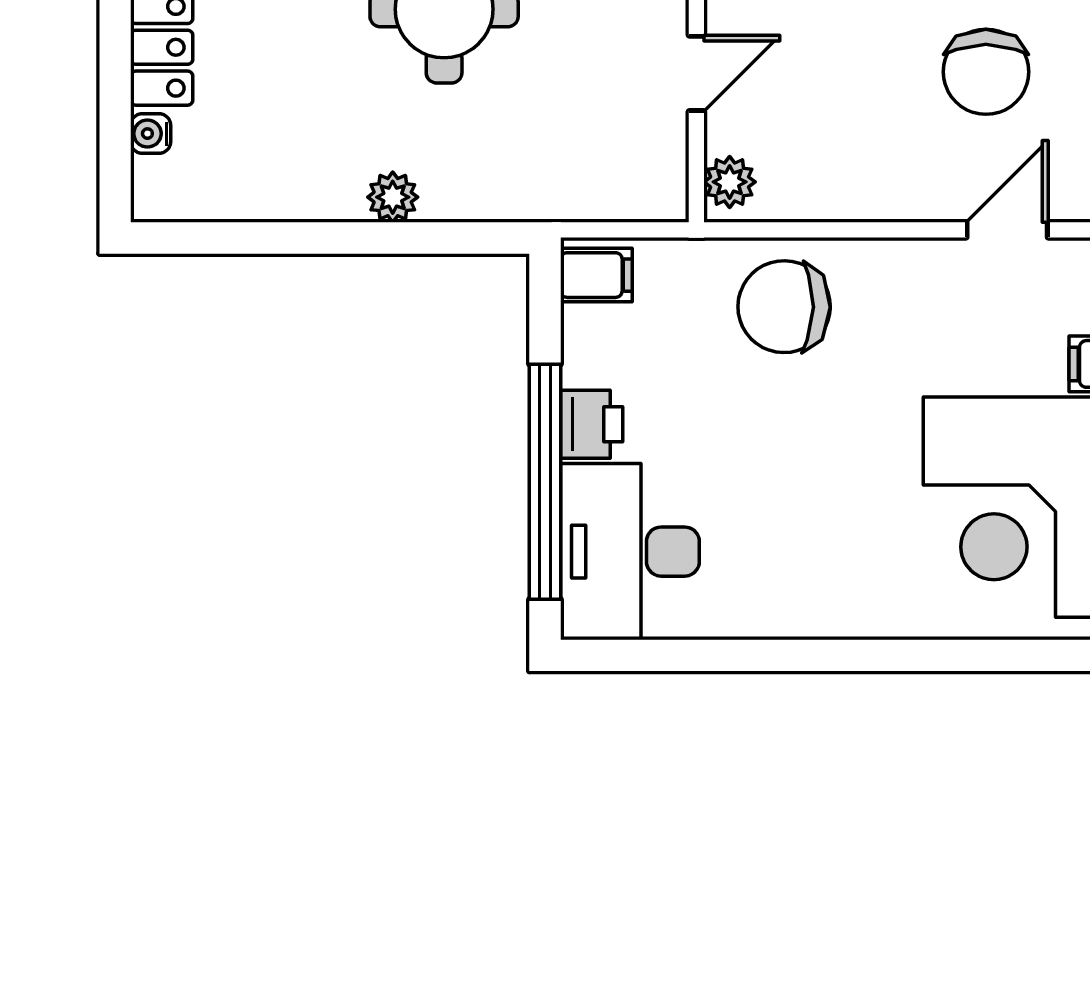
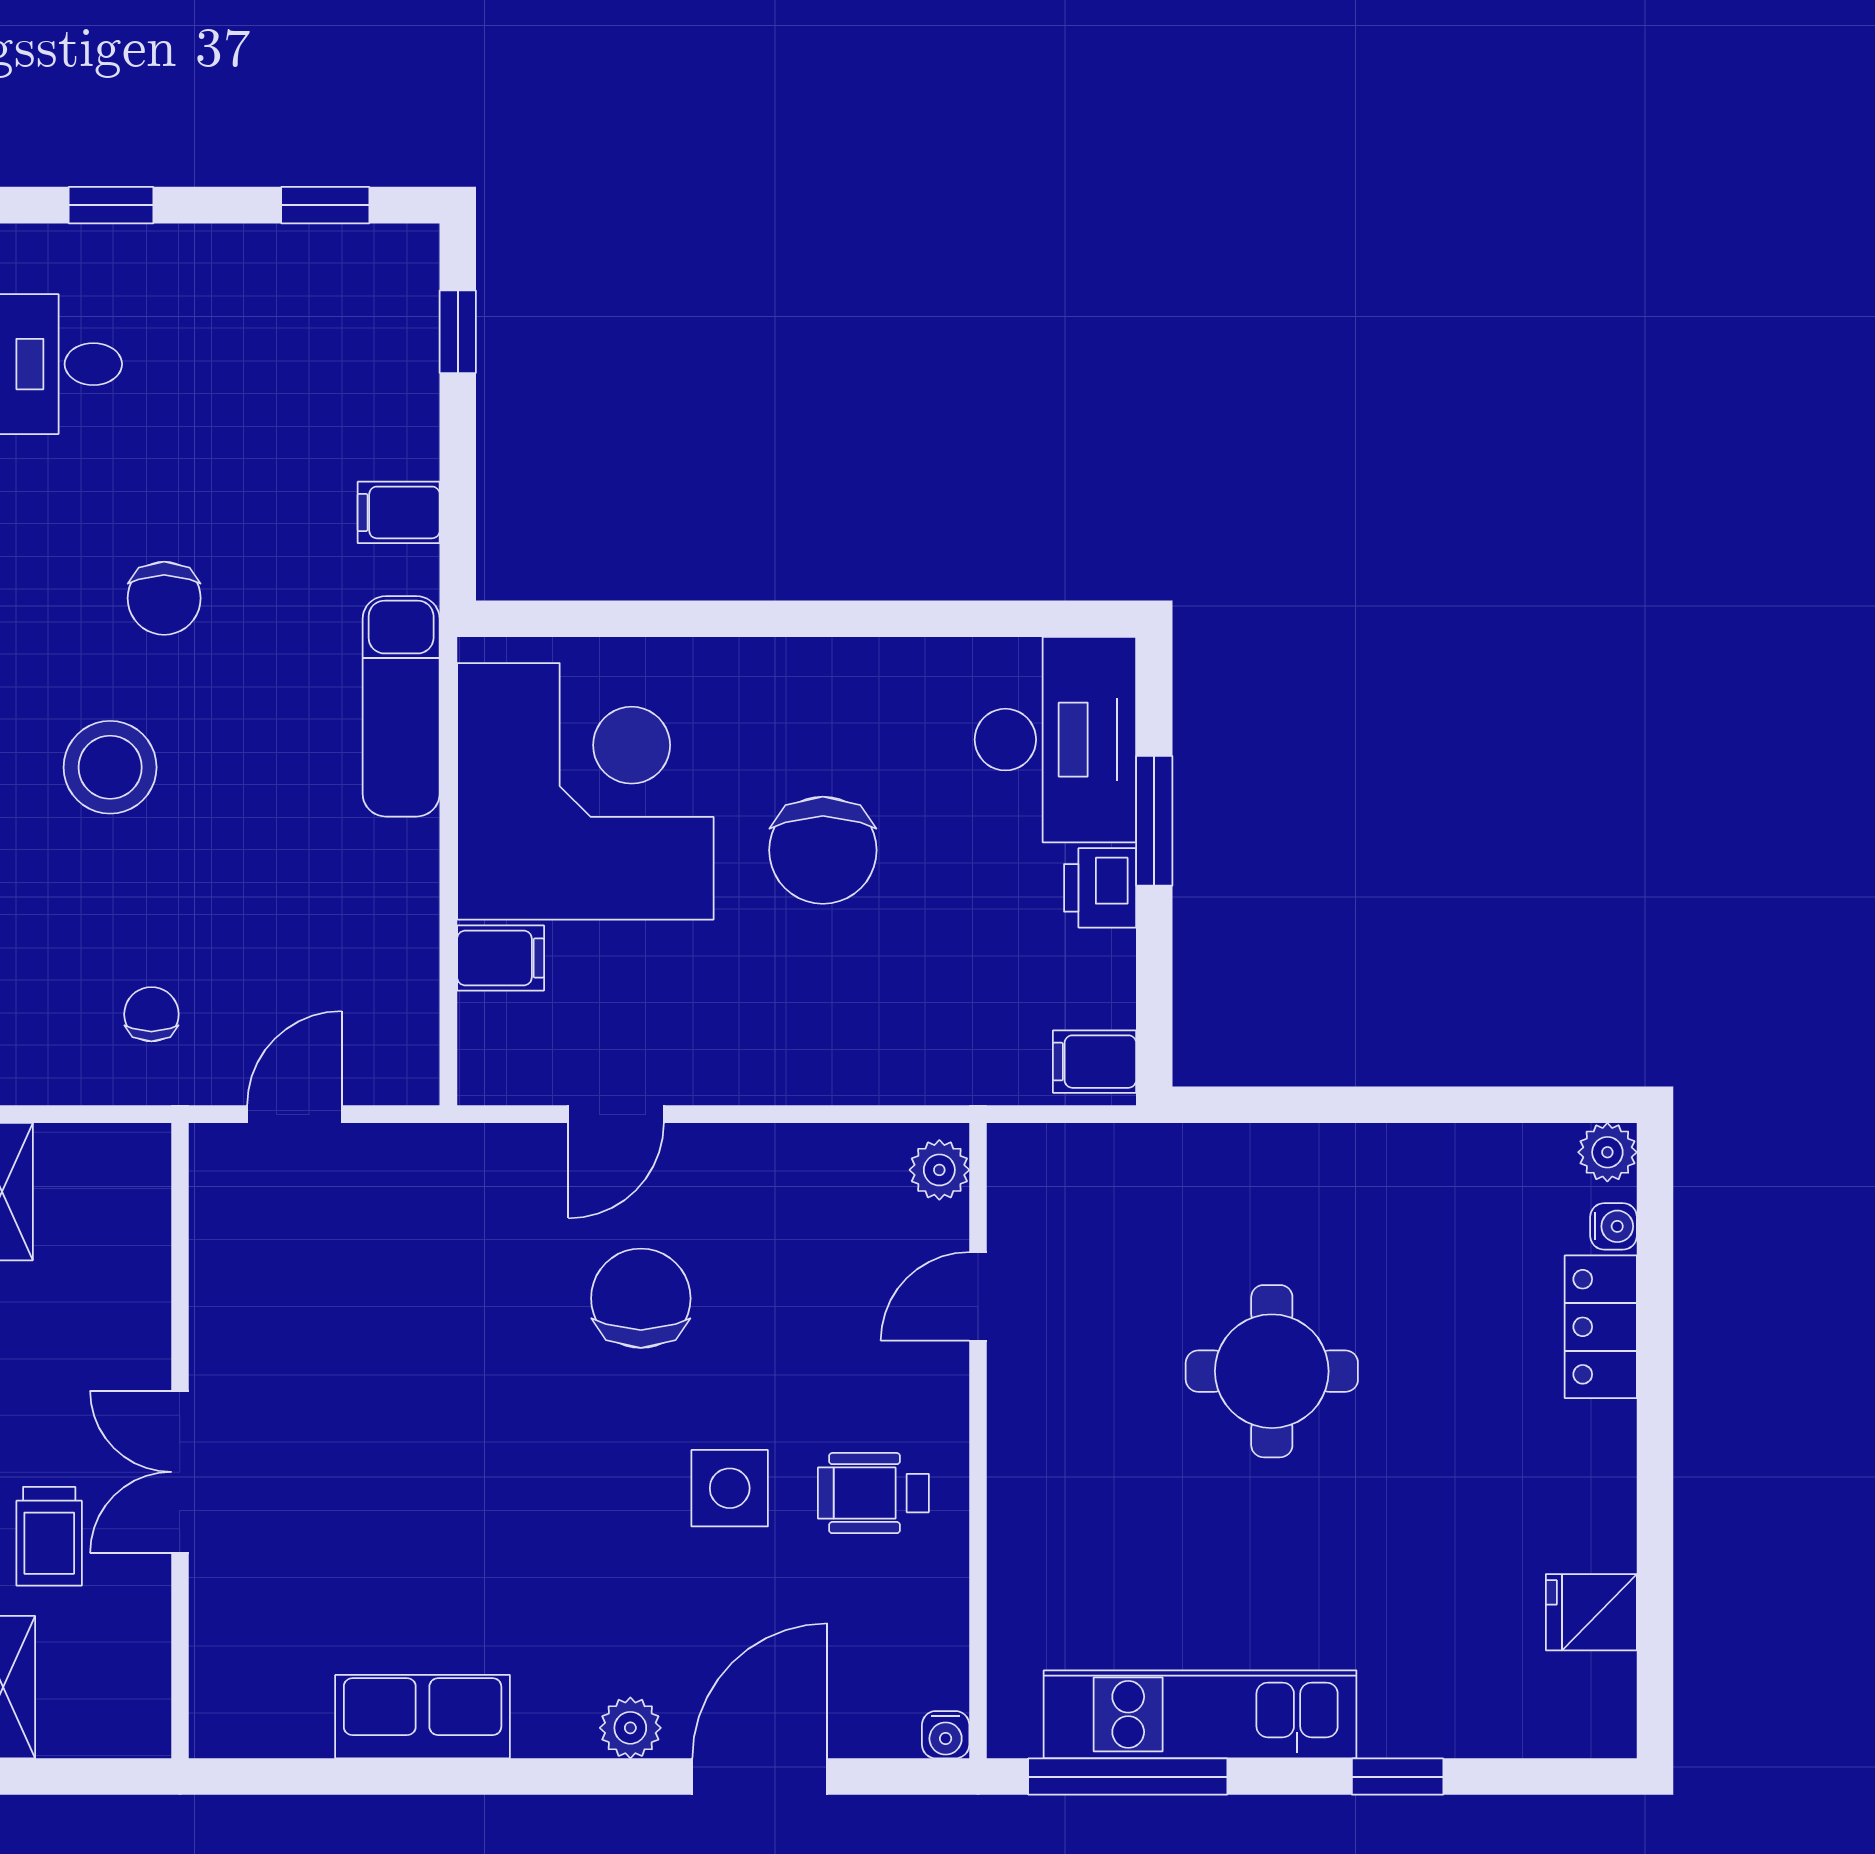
plant: (393, 197) -> (1607, 1152), moved
chair: (784, 307) -> (823, 850), moved, turned 89
window: (545, 482) -> (1154, 821), width x0.47

